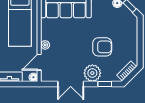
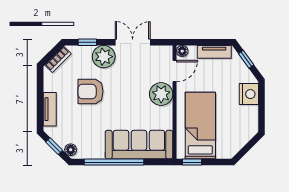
tv unit: (133, 34) -> (50, 109), added
plant: (45, 45) -> (161, 94), width x1.88, depth x1.88

